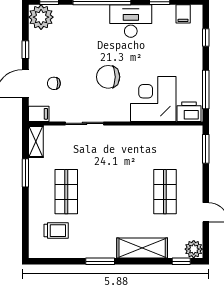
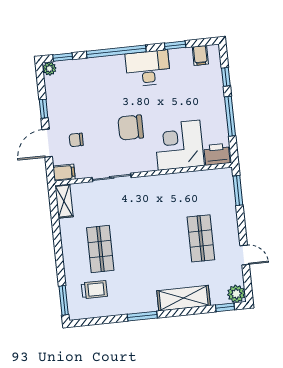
plant: (41, 17) -> (49, 69), width x0.53, depth x0.53
window: (206, 90) -> (230, 116), moved
window: (25, 173) -> (64, 300), moved

